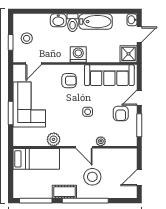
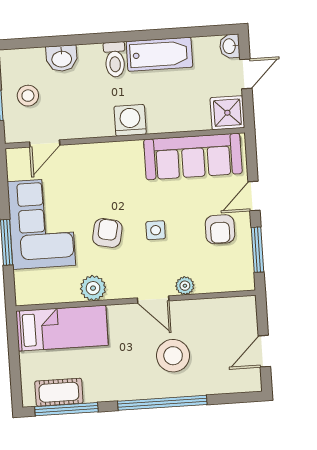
washbasin: (58, 20) -> (62, 58), moved
armchair: (69, 81) -> (107, 233), moved, turned -78
cot: (64, 192) -> (59, 392), moved

